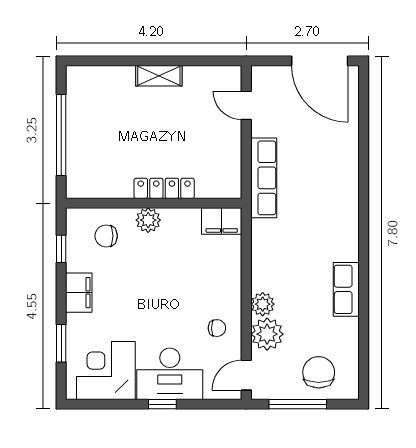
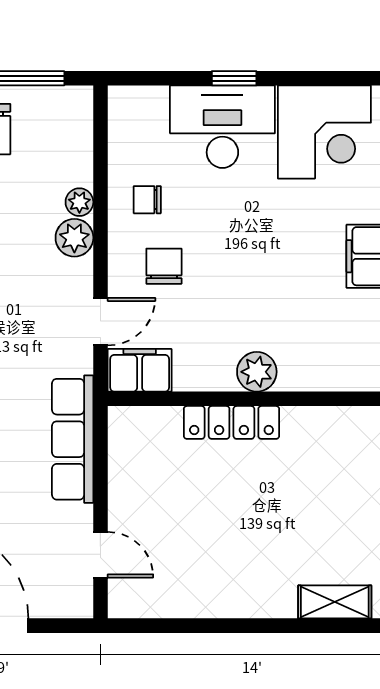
shelving: (159, 76) -> (335, 602), moved
chair: (106, 236) -> (164, 266), moved, turned -90
plant: (267, 334) -> (79, 202), width x0.53, depth x0.53
door: (246, 375) -> (100, 322), moved

